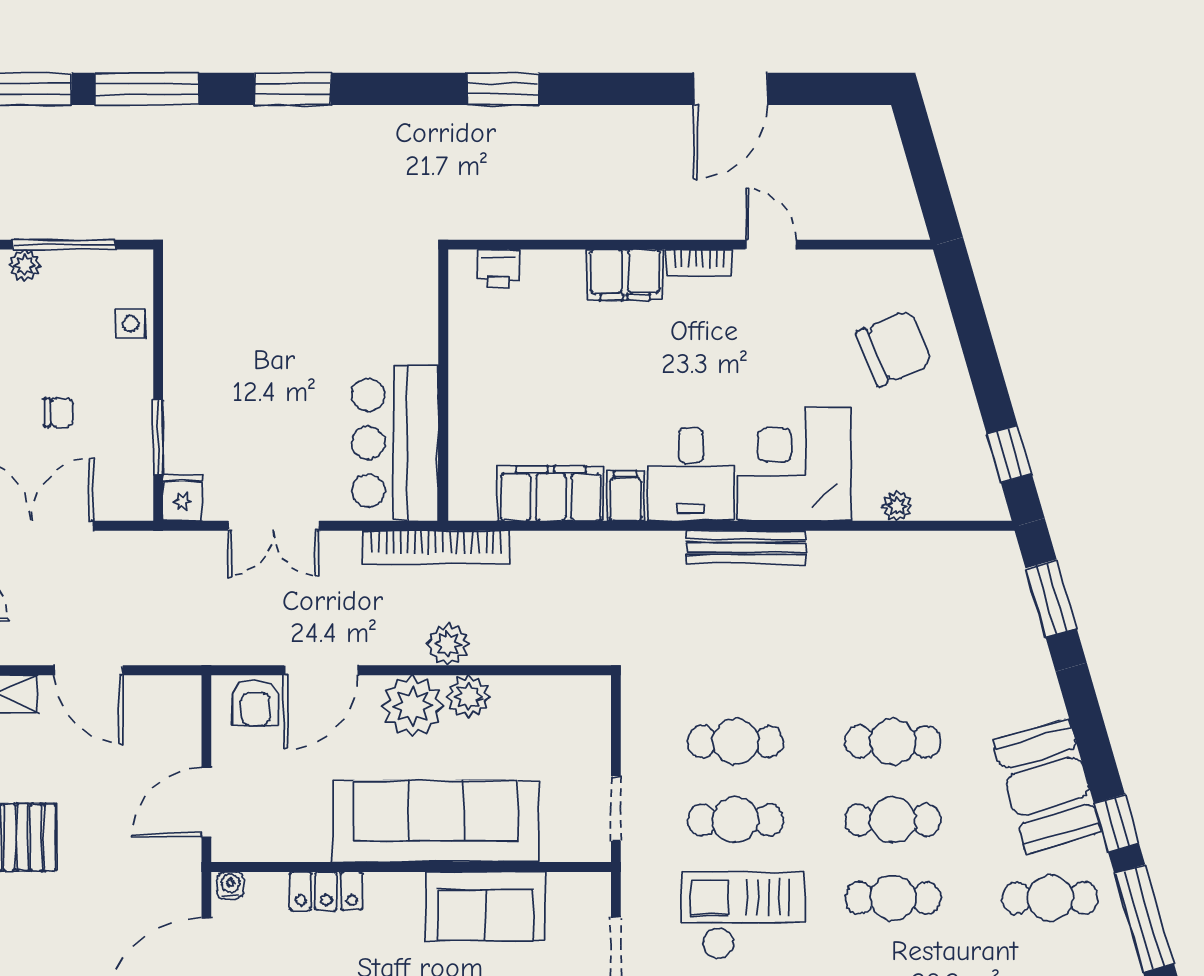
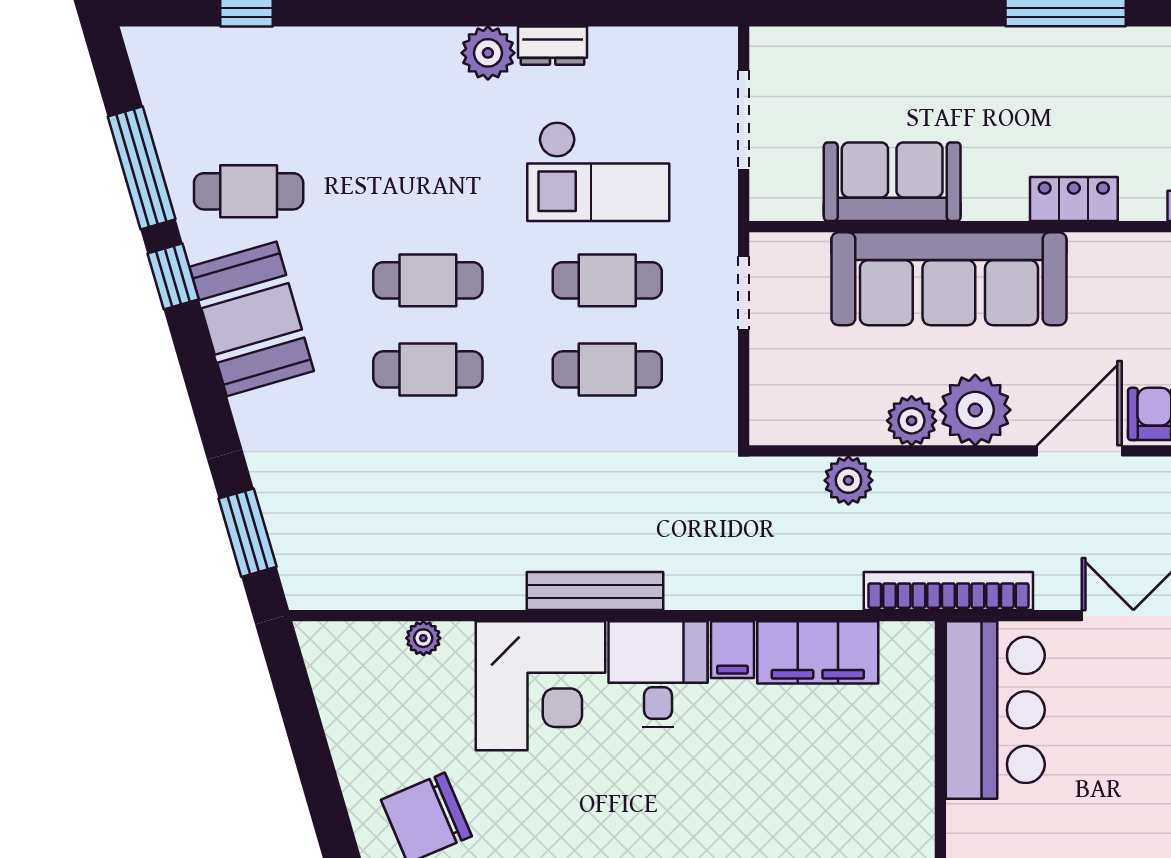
window: (1009, 454) -> (295, 697), removed
plant: (448, 644) -> (848, 480), moved
cafe table: (893, 898) -> (428, 191), removed

